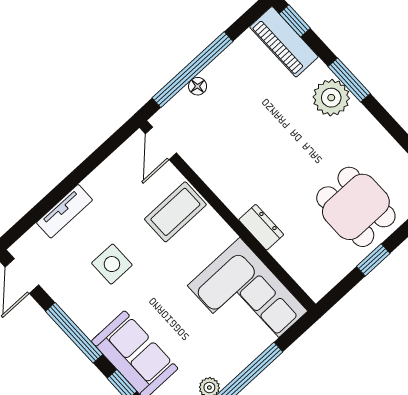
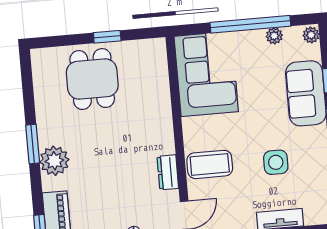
window: (349, 80) -> (33, 144), moved
dresser: (261, 227) -> (168, 172), moved

